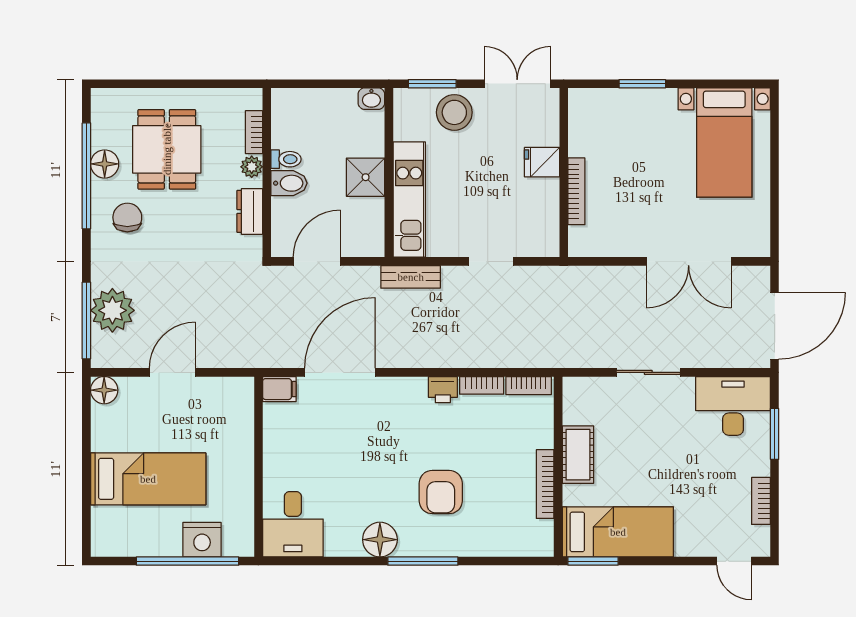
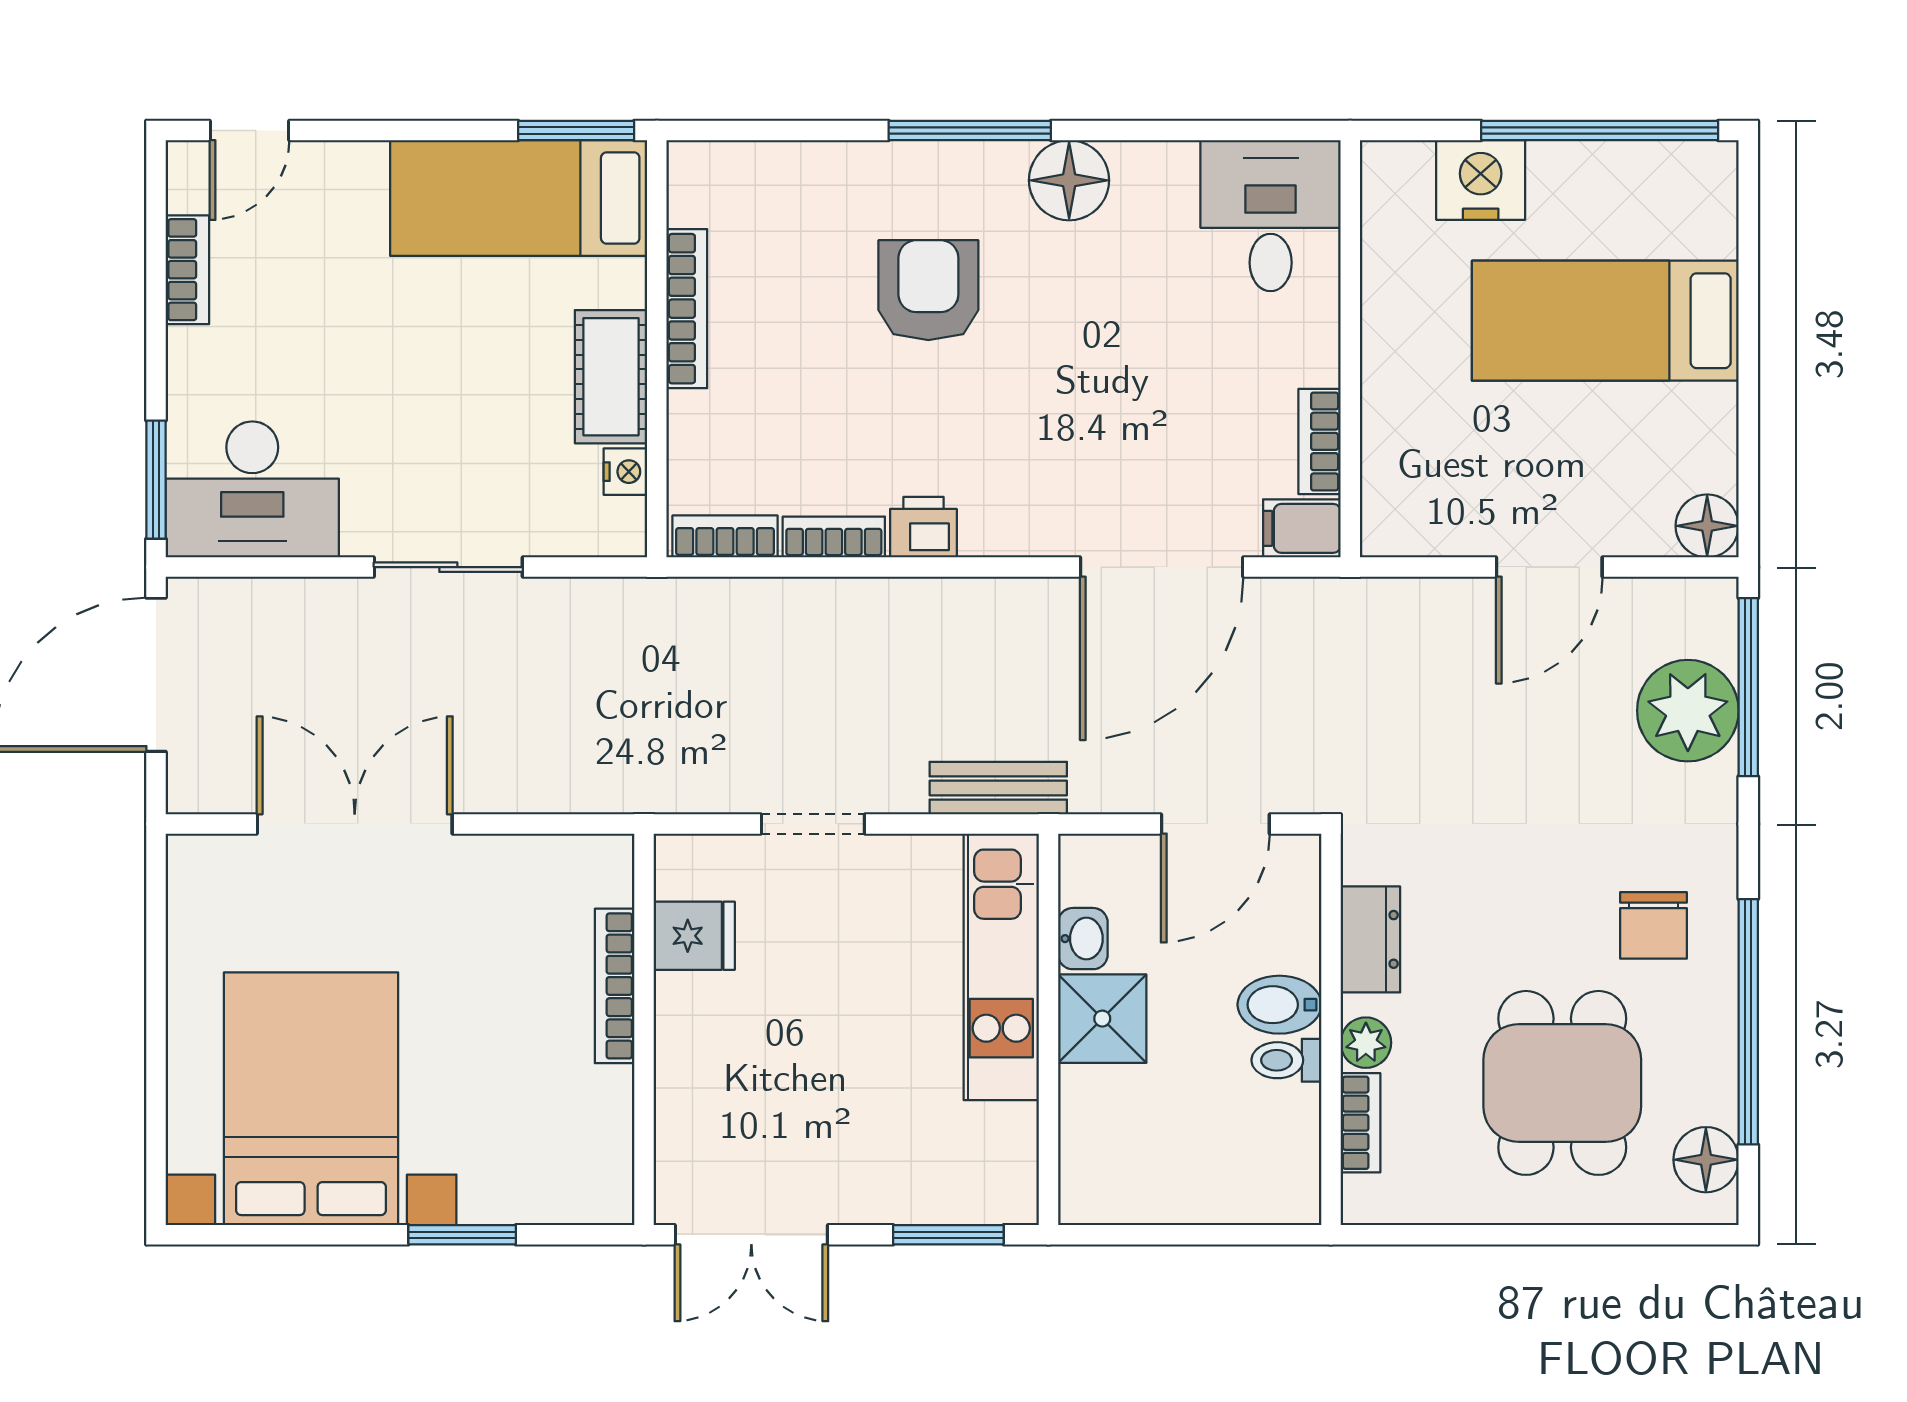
washbasin: (371, 99) -> (1083, 939), moved, turned 90
stool: (454, 112) -> (897, 1168), removed
bed with nightstands: (724, 143) -> (311, 1099), width x1.36
fridge: (542, 162) -> (694, 936), moved
floor lamp: (105, 164) -> (1706, 1160), moved
nightstand: (572, 414) -> (625, 472), added
bookcase: (272, 427) -> (1320, 441), added
window: (775, 434) -> (156, 480), moved
window: (187, 561) -> (1600, 131), moved
door: (734, 561) -> (250, 131), swing flipped

